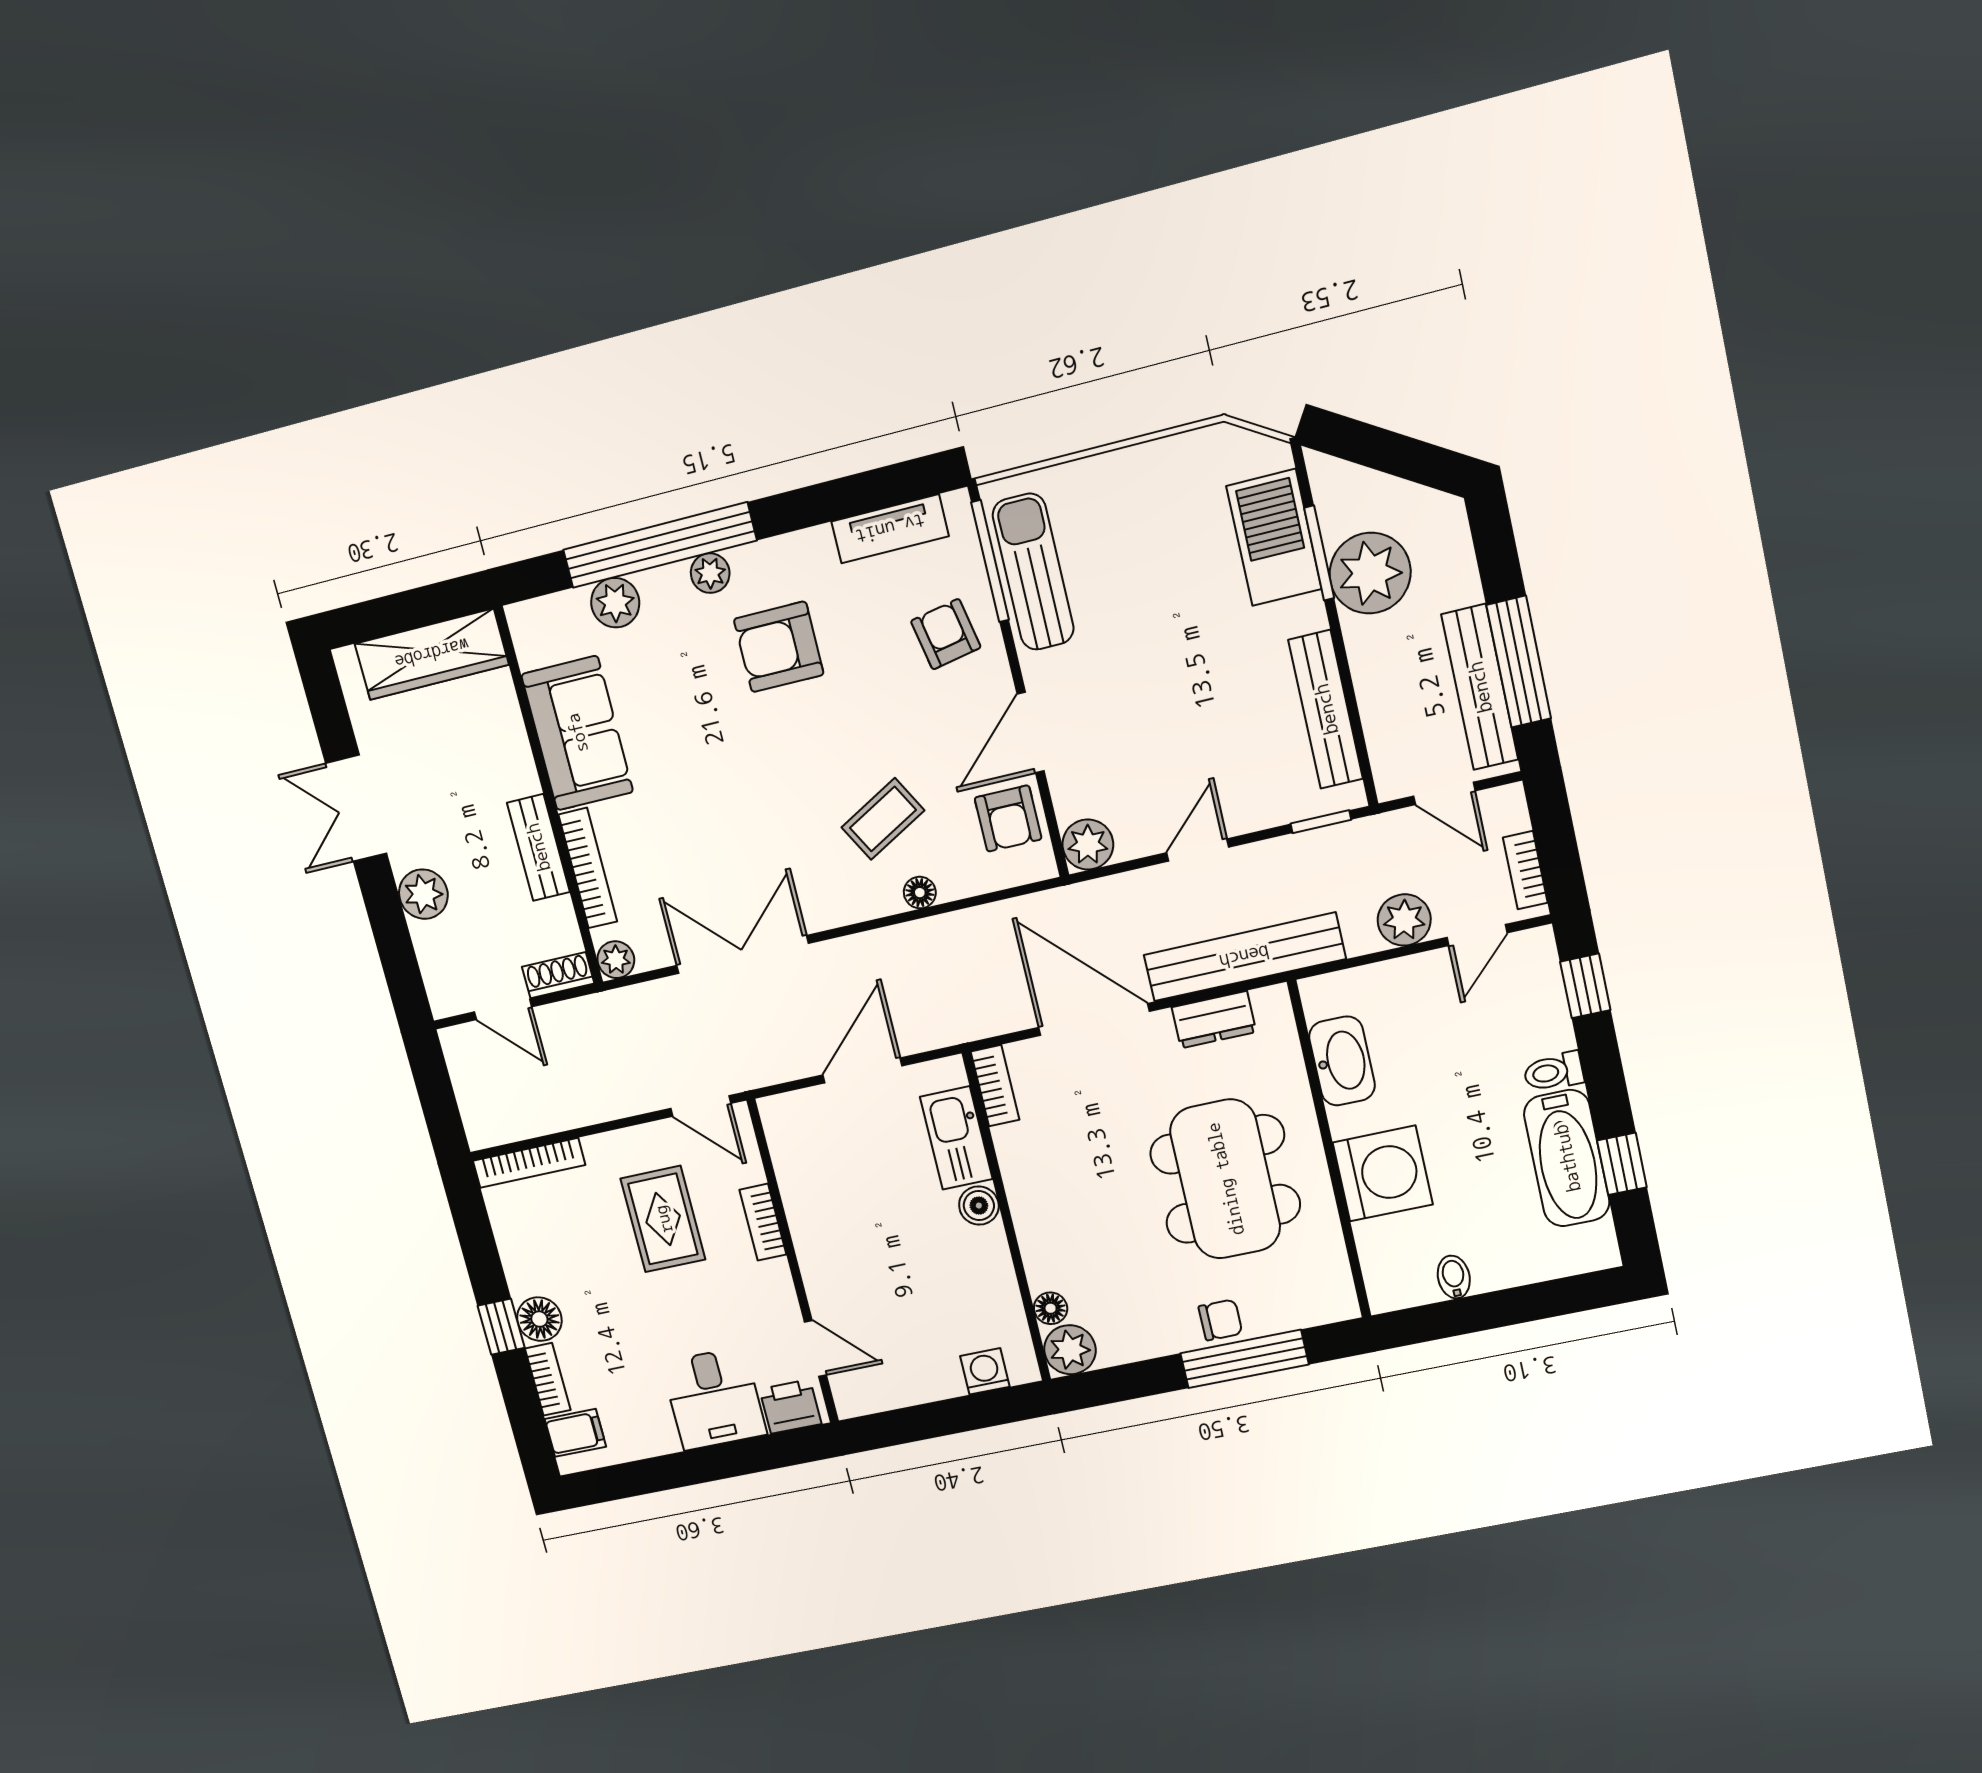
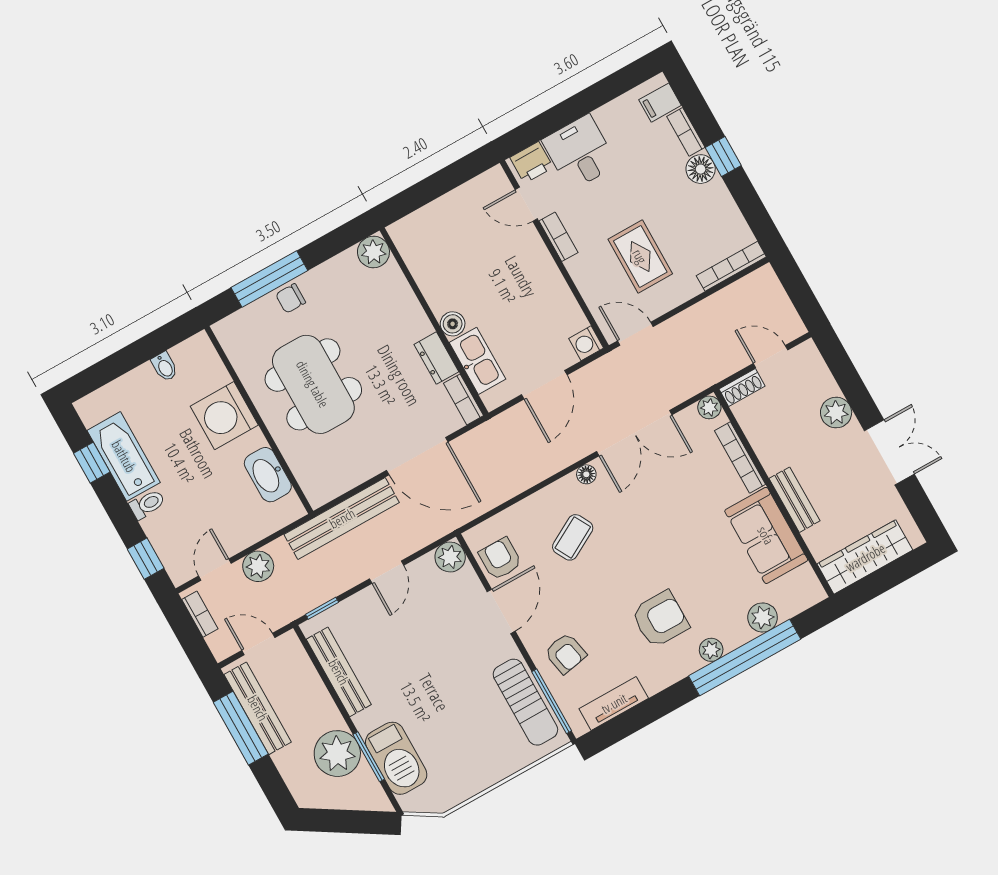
bench: (538, 847) -> (794, 500), moved
floor lamp: (920, 893) -> (586, 474), moved
dresser: (1214, 1020) -> (436, 358), moved, turned -90
bookcase: (763, 1222) -> (558, 237), moved
floor lamp: (1051, 1308) -> (392, 274), removed
washing machine: (985, 1371) -> (586, 343), moved, turned 90

